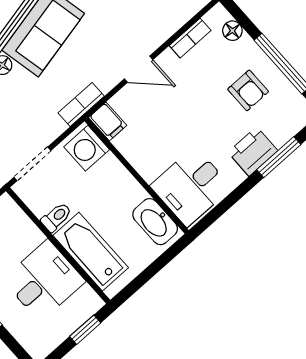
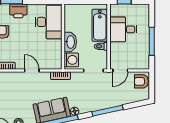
filing cabinet: (108, 121) -> (57, 63), removed
desk: (191, 187) -> (49, 22), width x1.37
washbasin: (155, 222) -> (70, 42), moved

